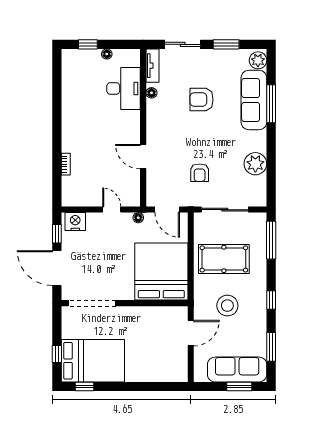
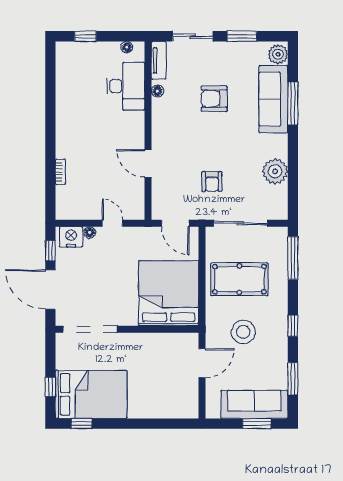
floor lamp: (107, 54) -> (127, 47), moved
floor lamp: (138, 218) -> (90, 232), moved

